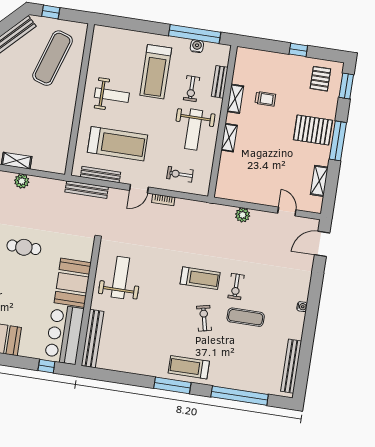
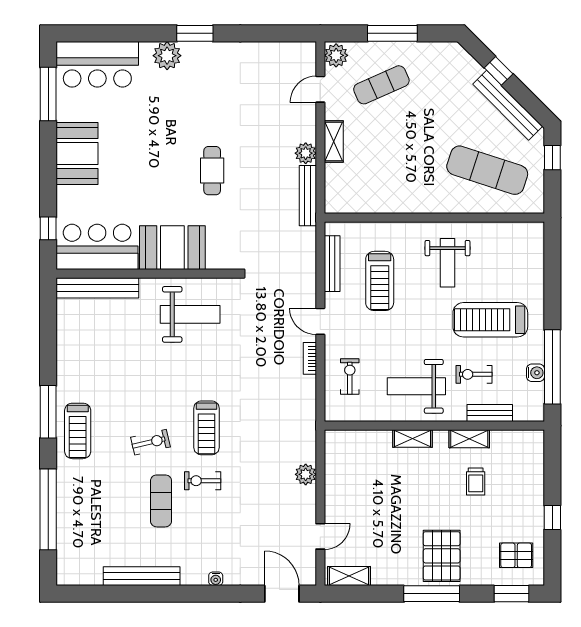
treadmill: (117, 144) -> (380, 281), width x0.73, depth x0.73
shelving: (319, 181) -> (349, 576), moved
bench: (87, 190) -> (308, 196), moved
water cooler: (302, 307) -> (216, 579), moved
bench: (291, 366) -> (142, 576), moved
treadmill: (189, 367) -> (78, 431), turned 180

